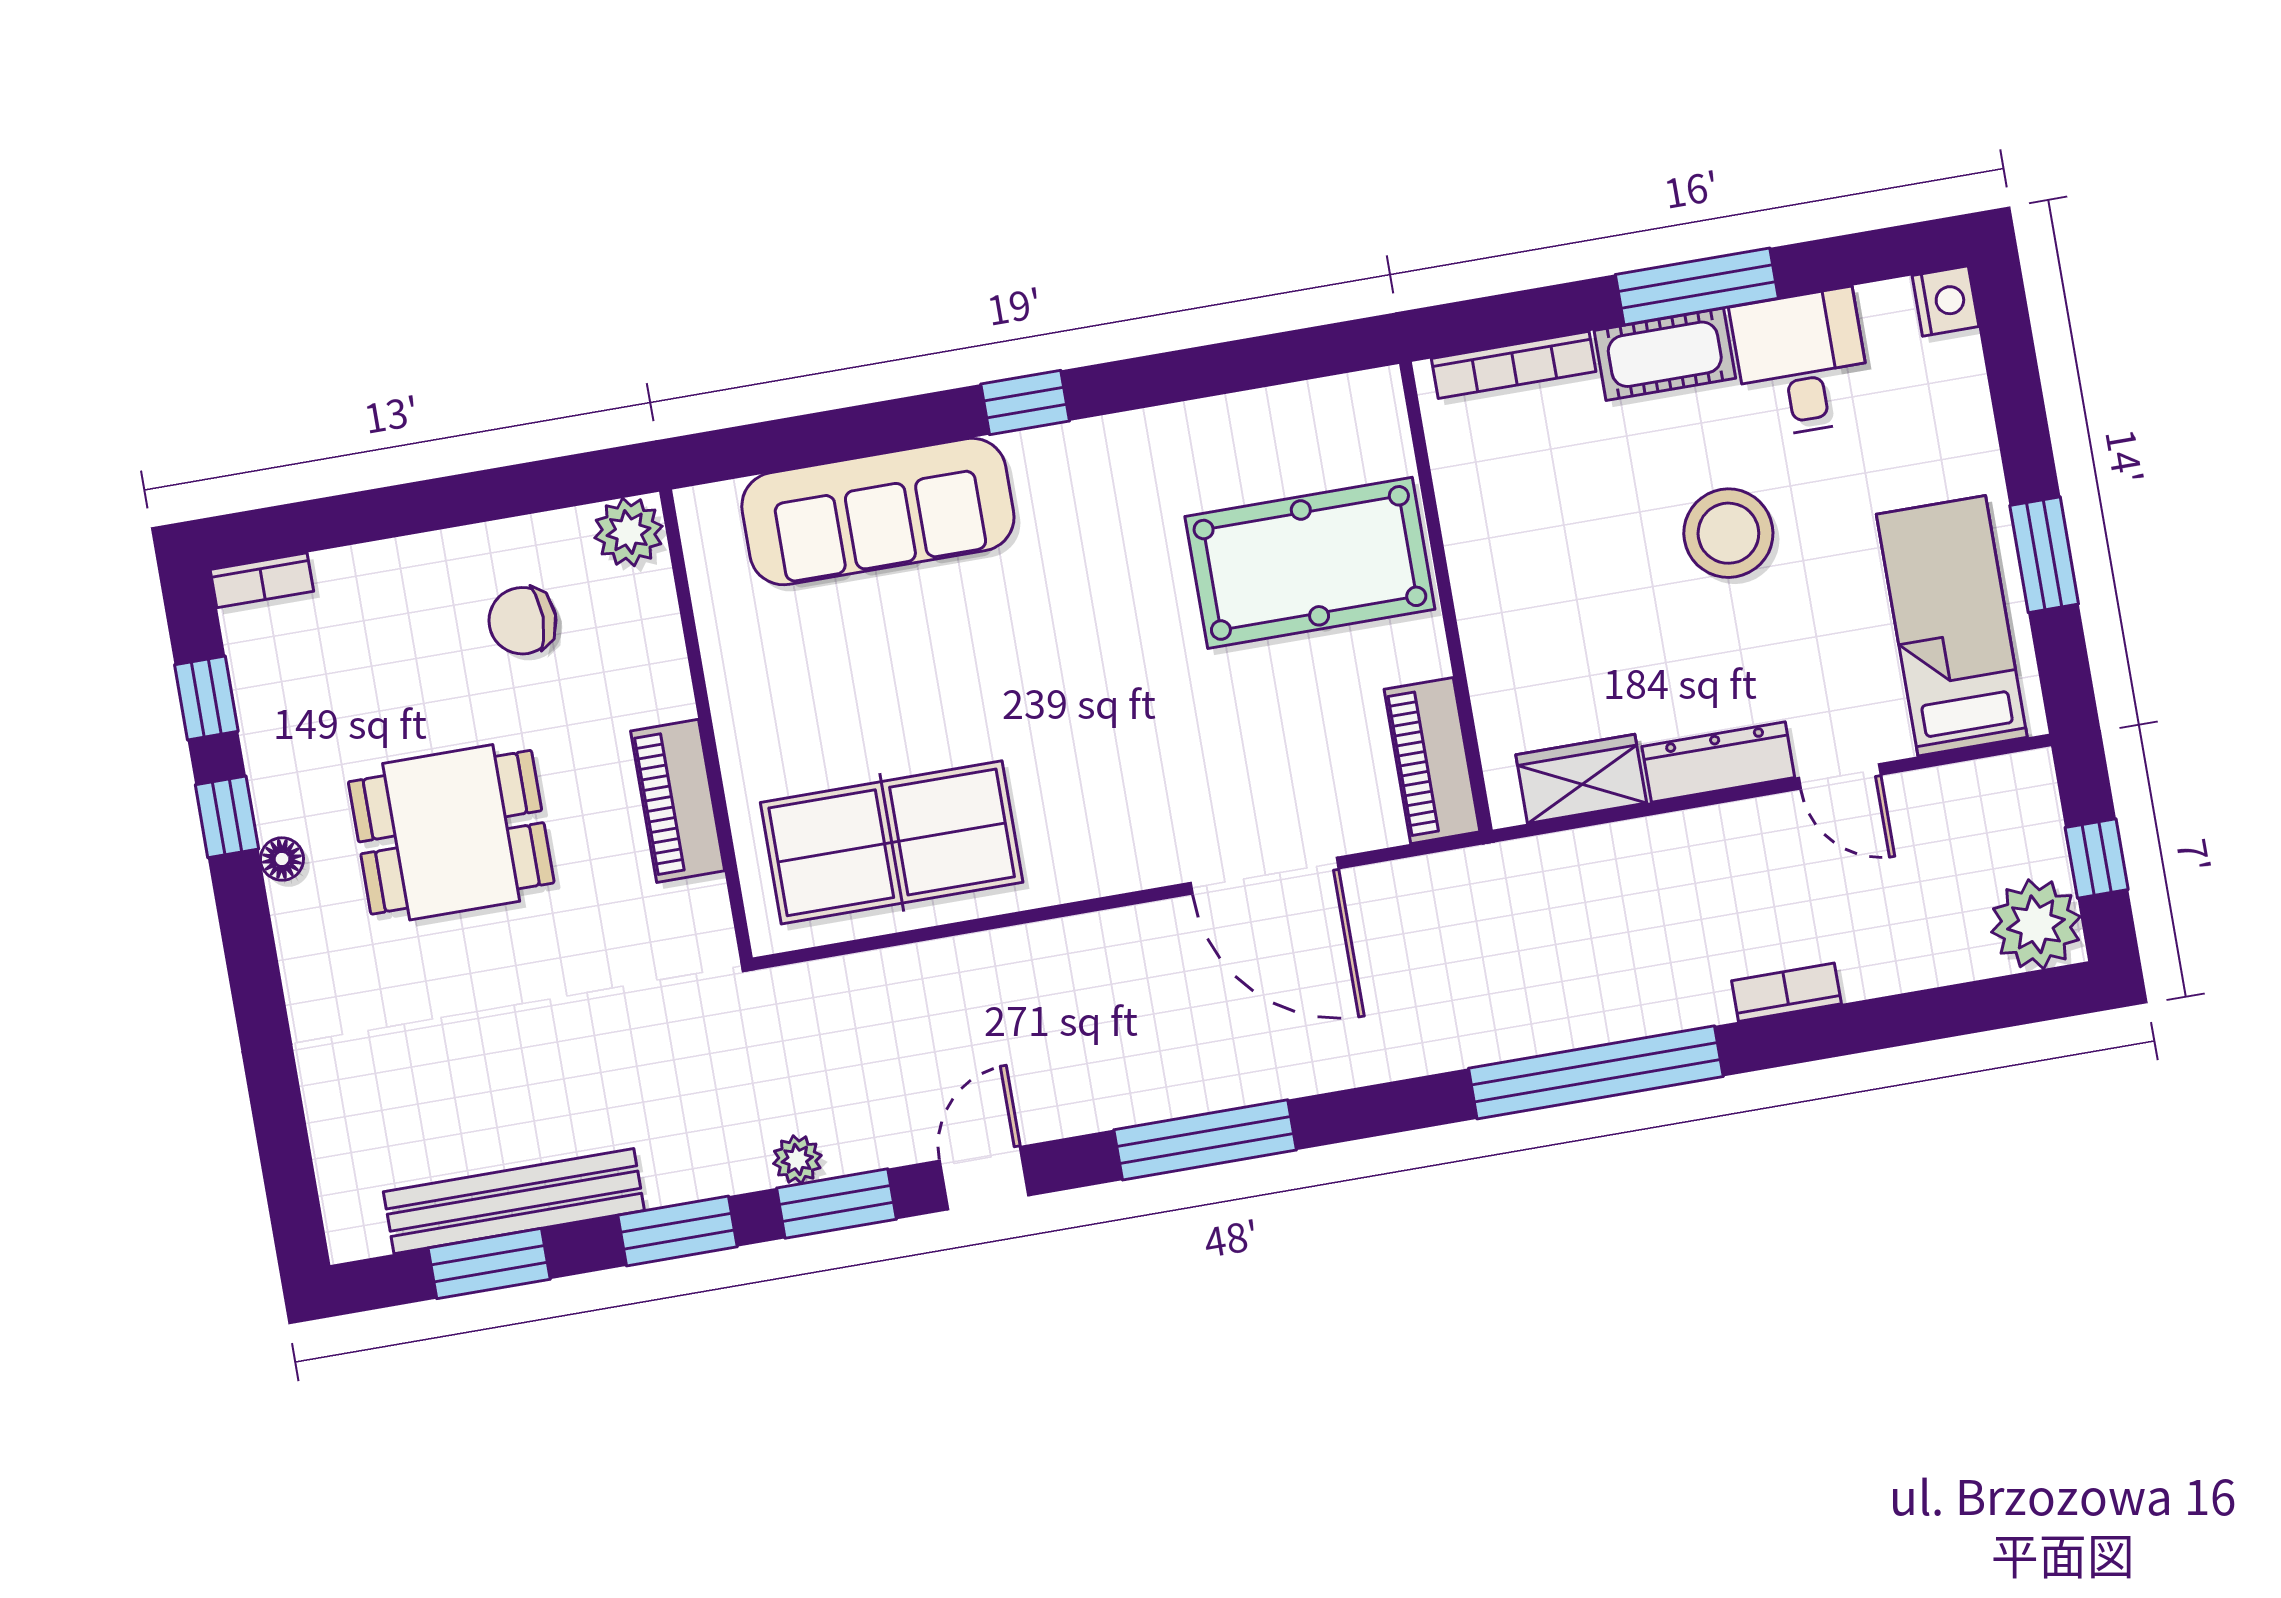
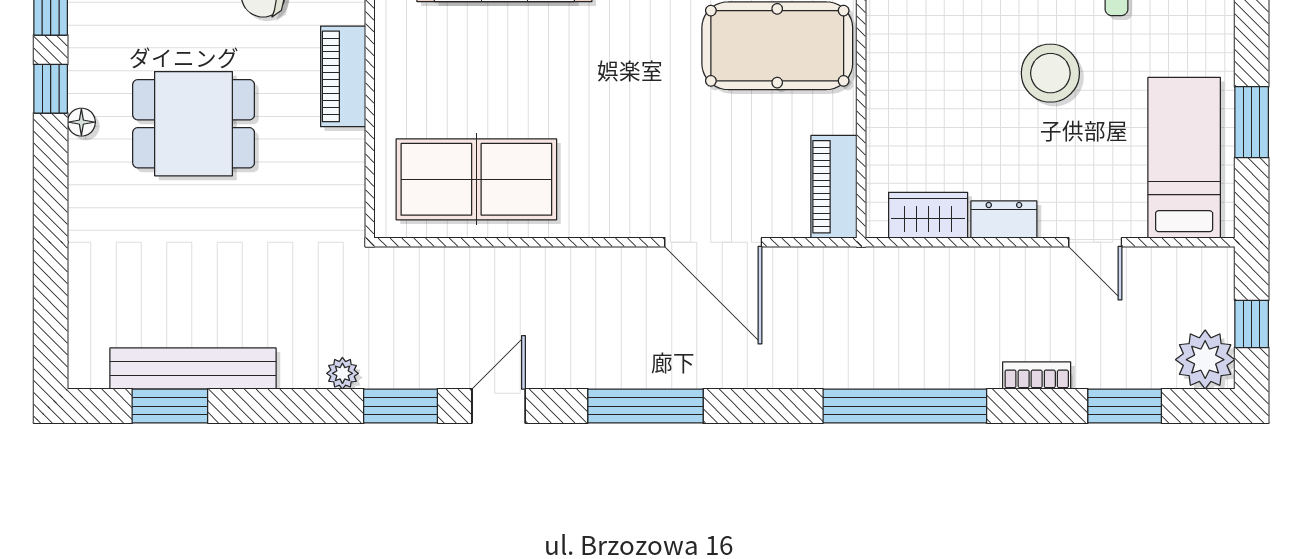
dresser: (1718, 762) -> (1004, 219), width x0.70
piano: (678, 801) -> (343, 76), moved
plant: (797, 1160) -> (342, 373), moved
window: (677, 1231) -> (1125, 406), moved

